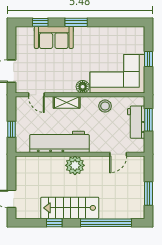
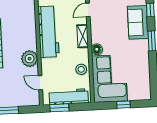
window: (148, 120) -> (59, 108), moved
workbench: (136, 122) -> (69, 97), width x1.37
plant: (75, 165) -> (30, 59), moved

